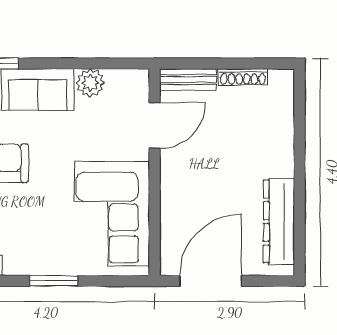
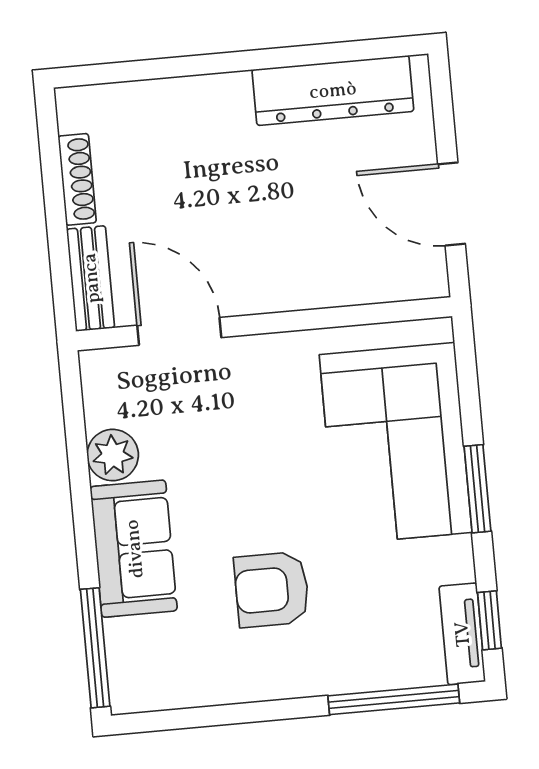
corner sofa: (112, 214) -> (396, 444), moved, turned 90
door: (211, 281) -> (452, 204), width x0.73

